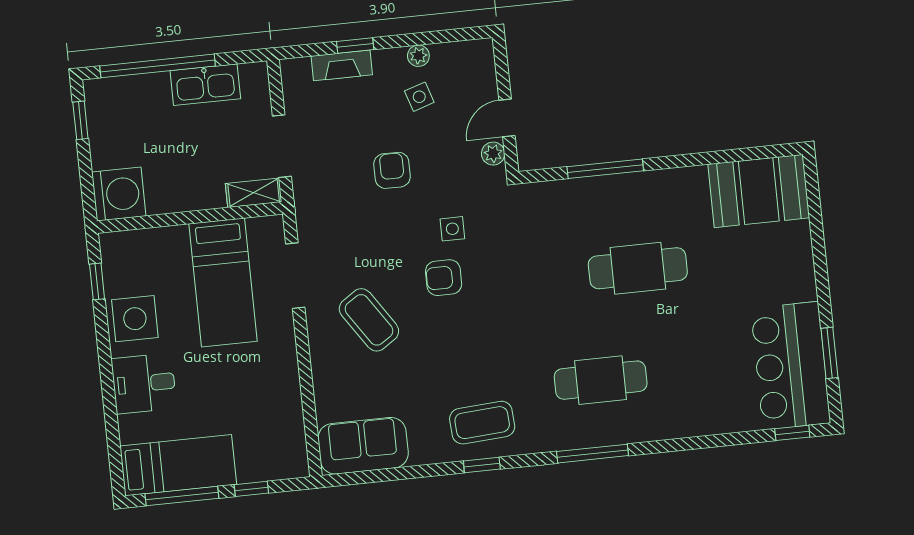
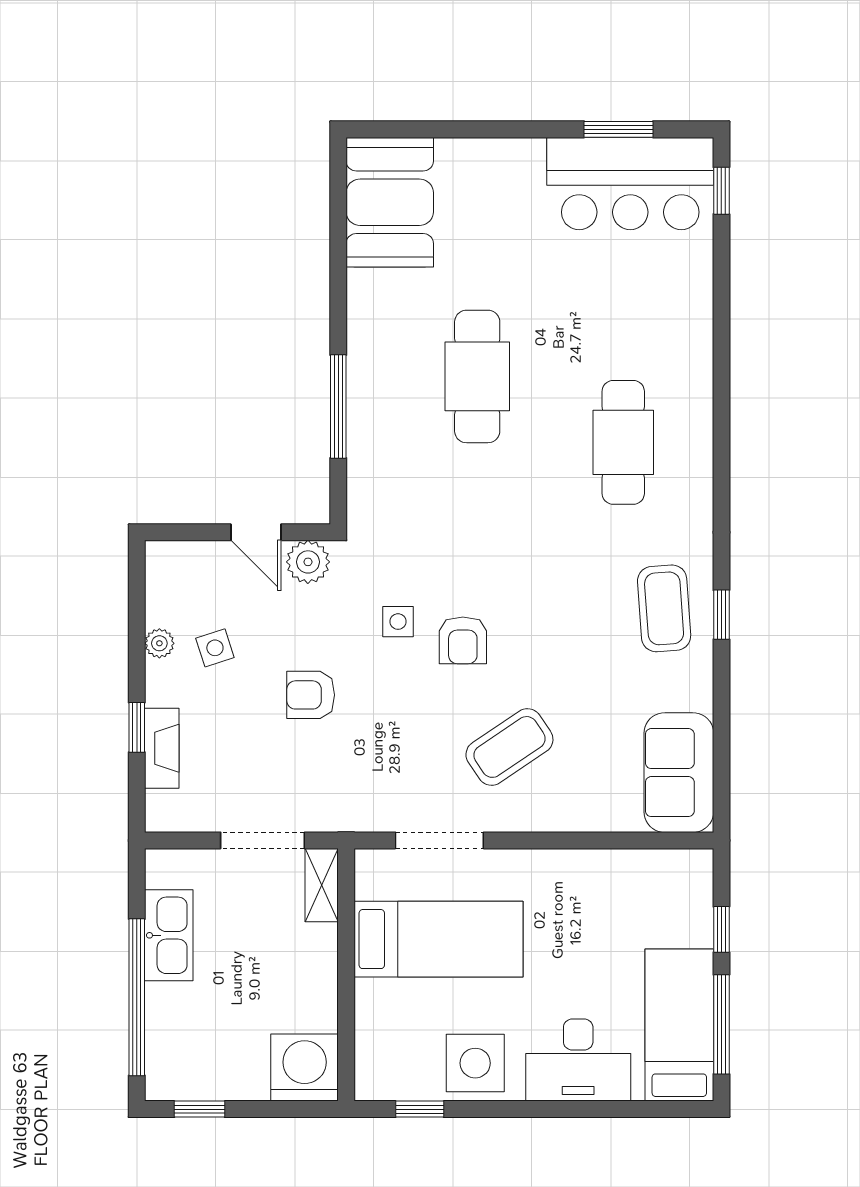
plant: (493, 154) -> (308, 562), width x1.38, depth x1.38
desk: (144, 383) -> (578, 1060), width x1.37
window: (593, 454) -> (721, 464), removed

